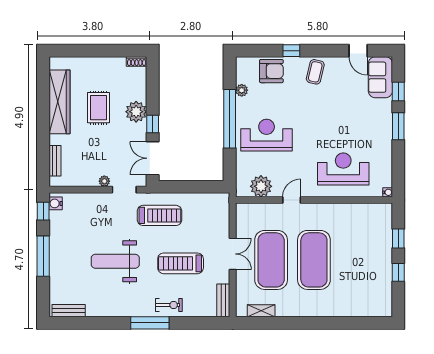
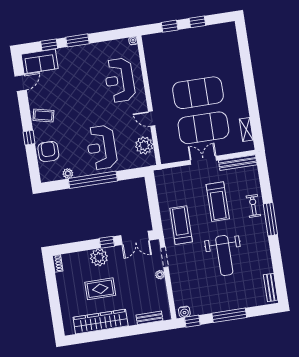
bench: (223, 300) -> (238, 163), width x1.36

